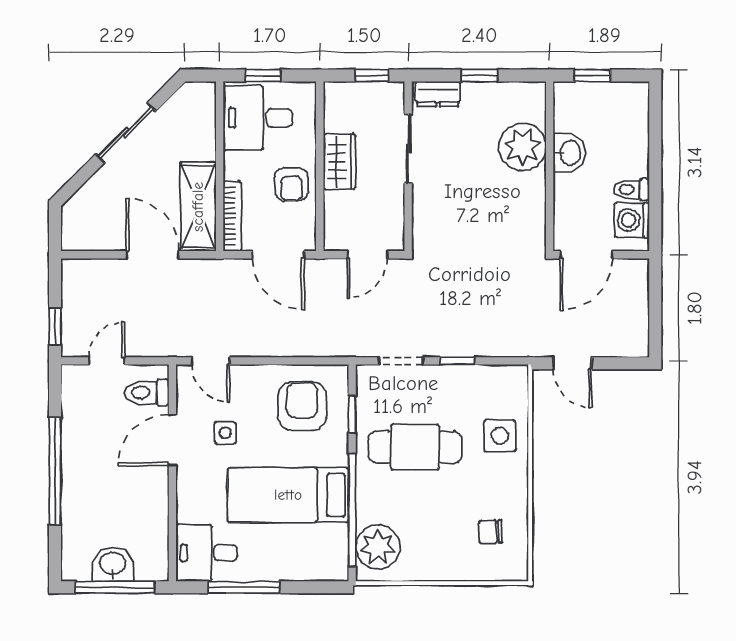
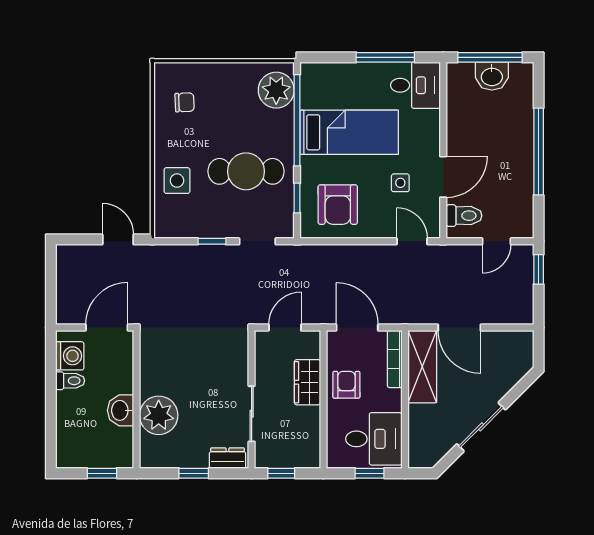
wardrobe: (339, 162) -> (308, 382), moved

